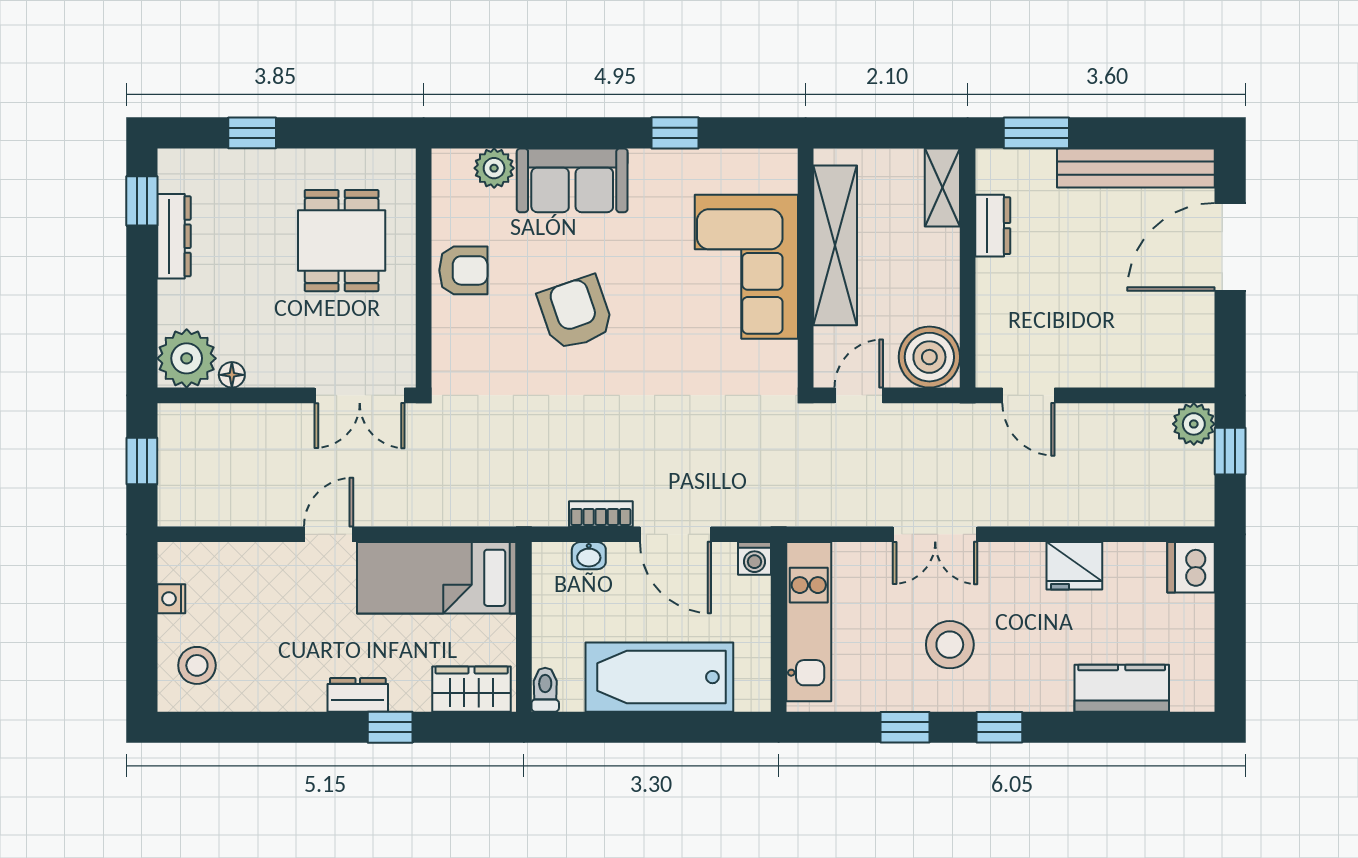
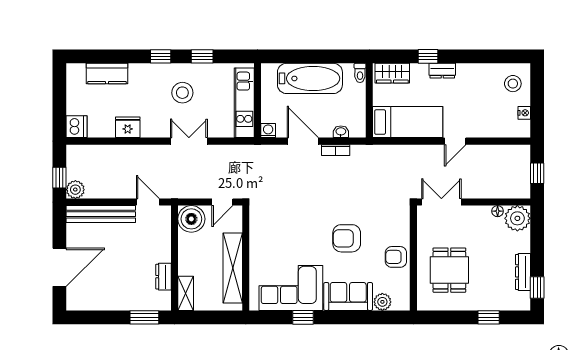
bench: (1136, 168) -> (101, 214), moved
corner sofa: (746, 267) -> (291, 288), moved, turned -90
armchair: (576, 313) -> (347, 238), turned 109

